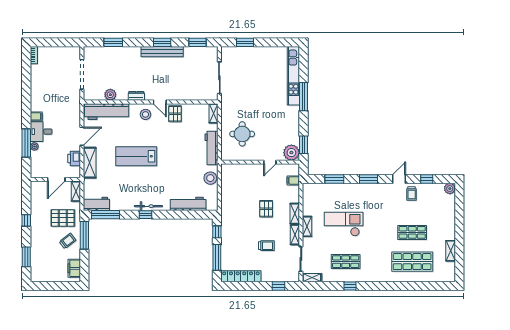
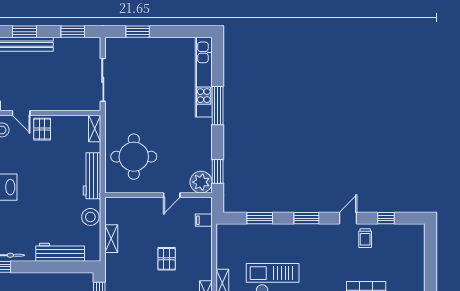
round table: (242, 134) -> (134, 157), width x1.36, depth x1.36
plant: (450, 189) -> (417, 231), removed
shelving: (295, 214) -> (111, 239), moved

